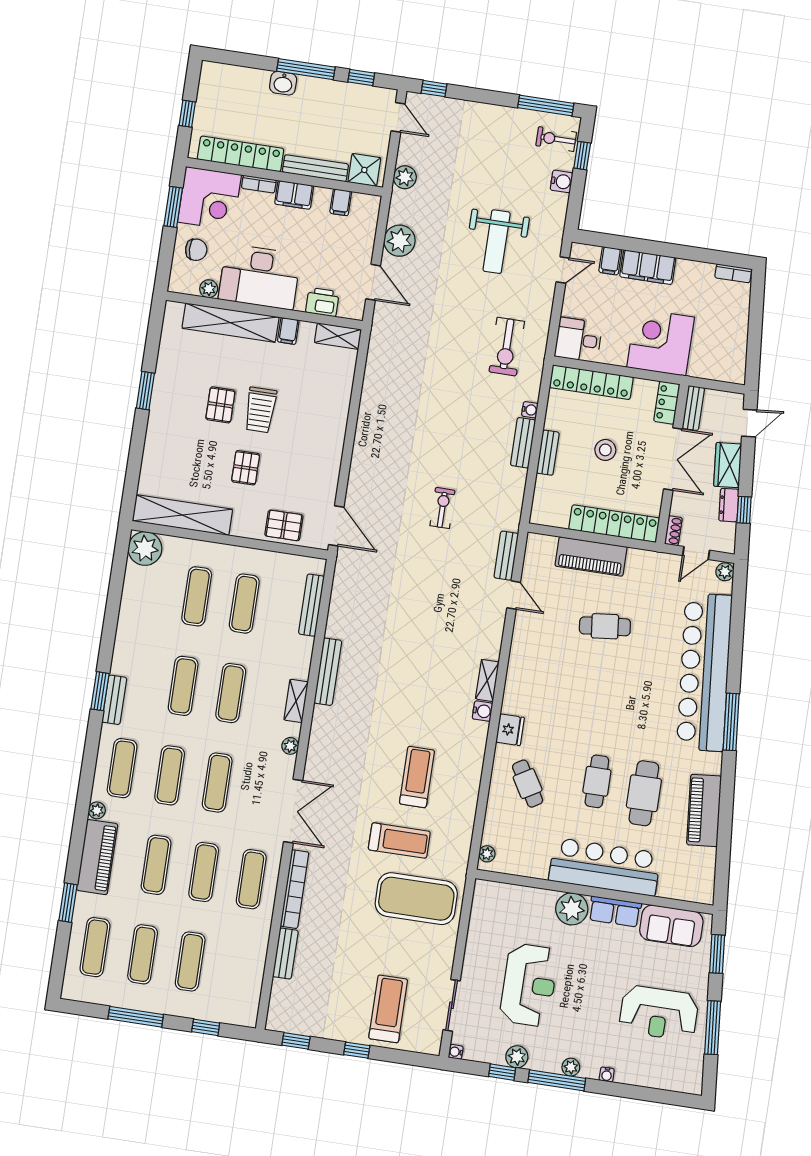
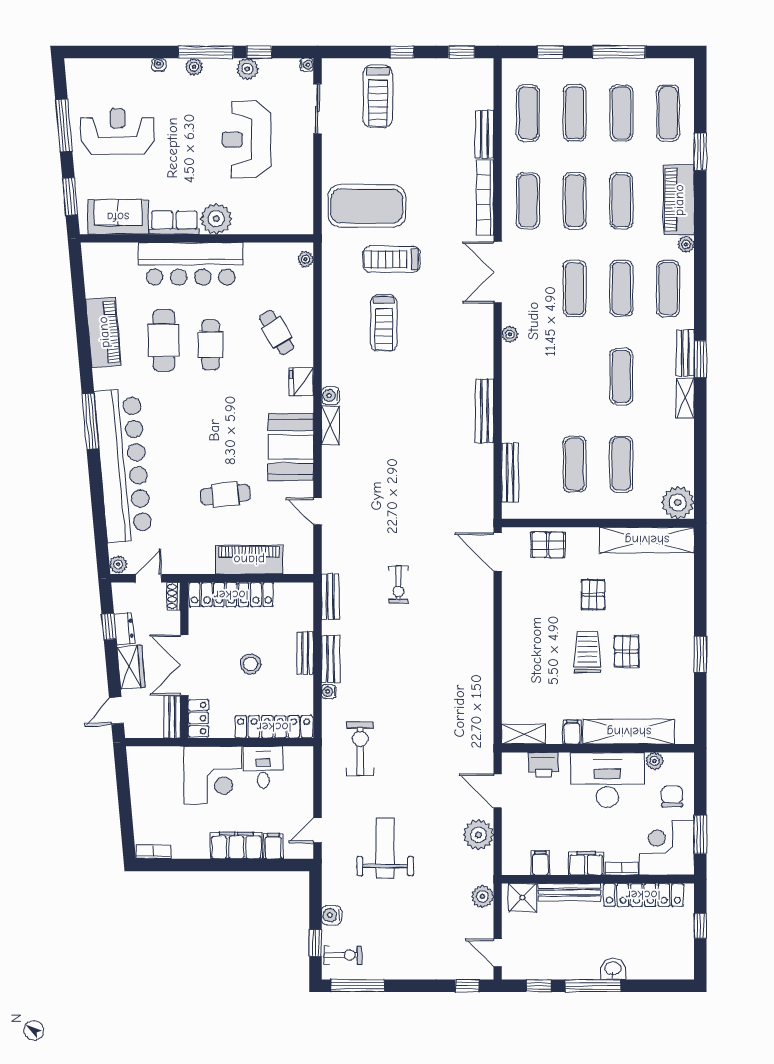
chair: (196, 250) -> (672, 797), turned 93
desk: (578, 340) -> (263, 767), moved, turned -90
bench: (506, 556) -> (330, 597), moved
booth: (531, 665) -> (291, 447), added
exercise mat: (231, 693) -> (528, 113), moved
shelving: (296, 701) -> (685, 398), moved

